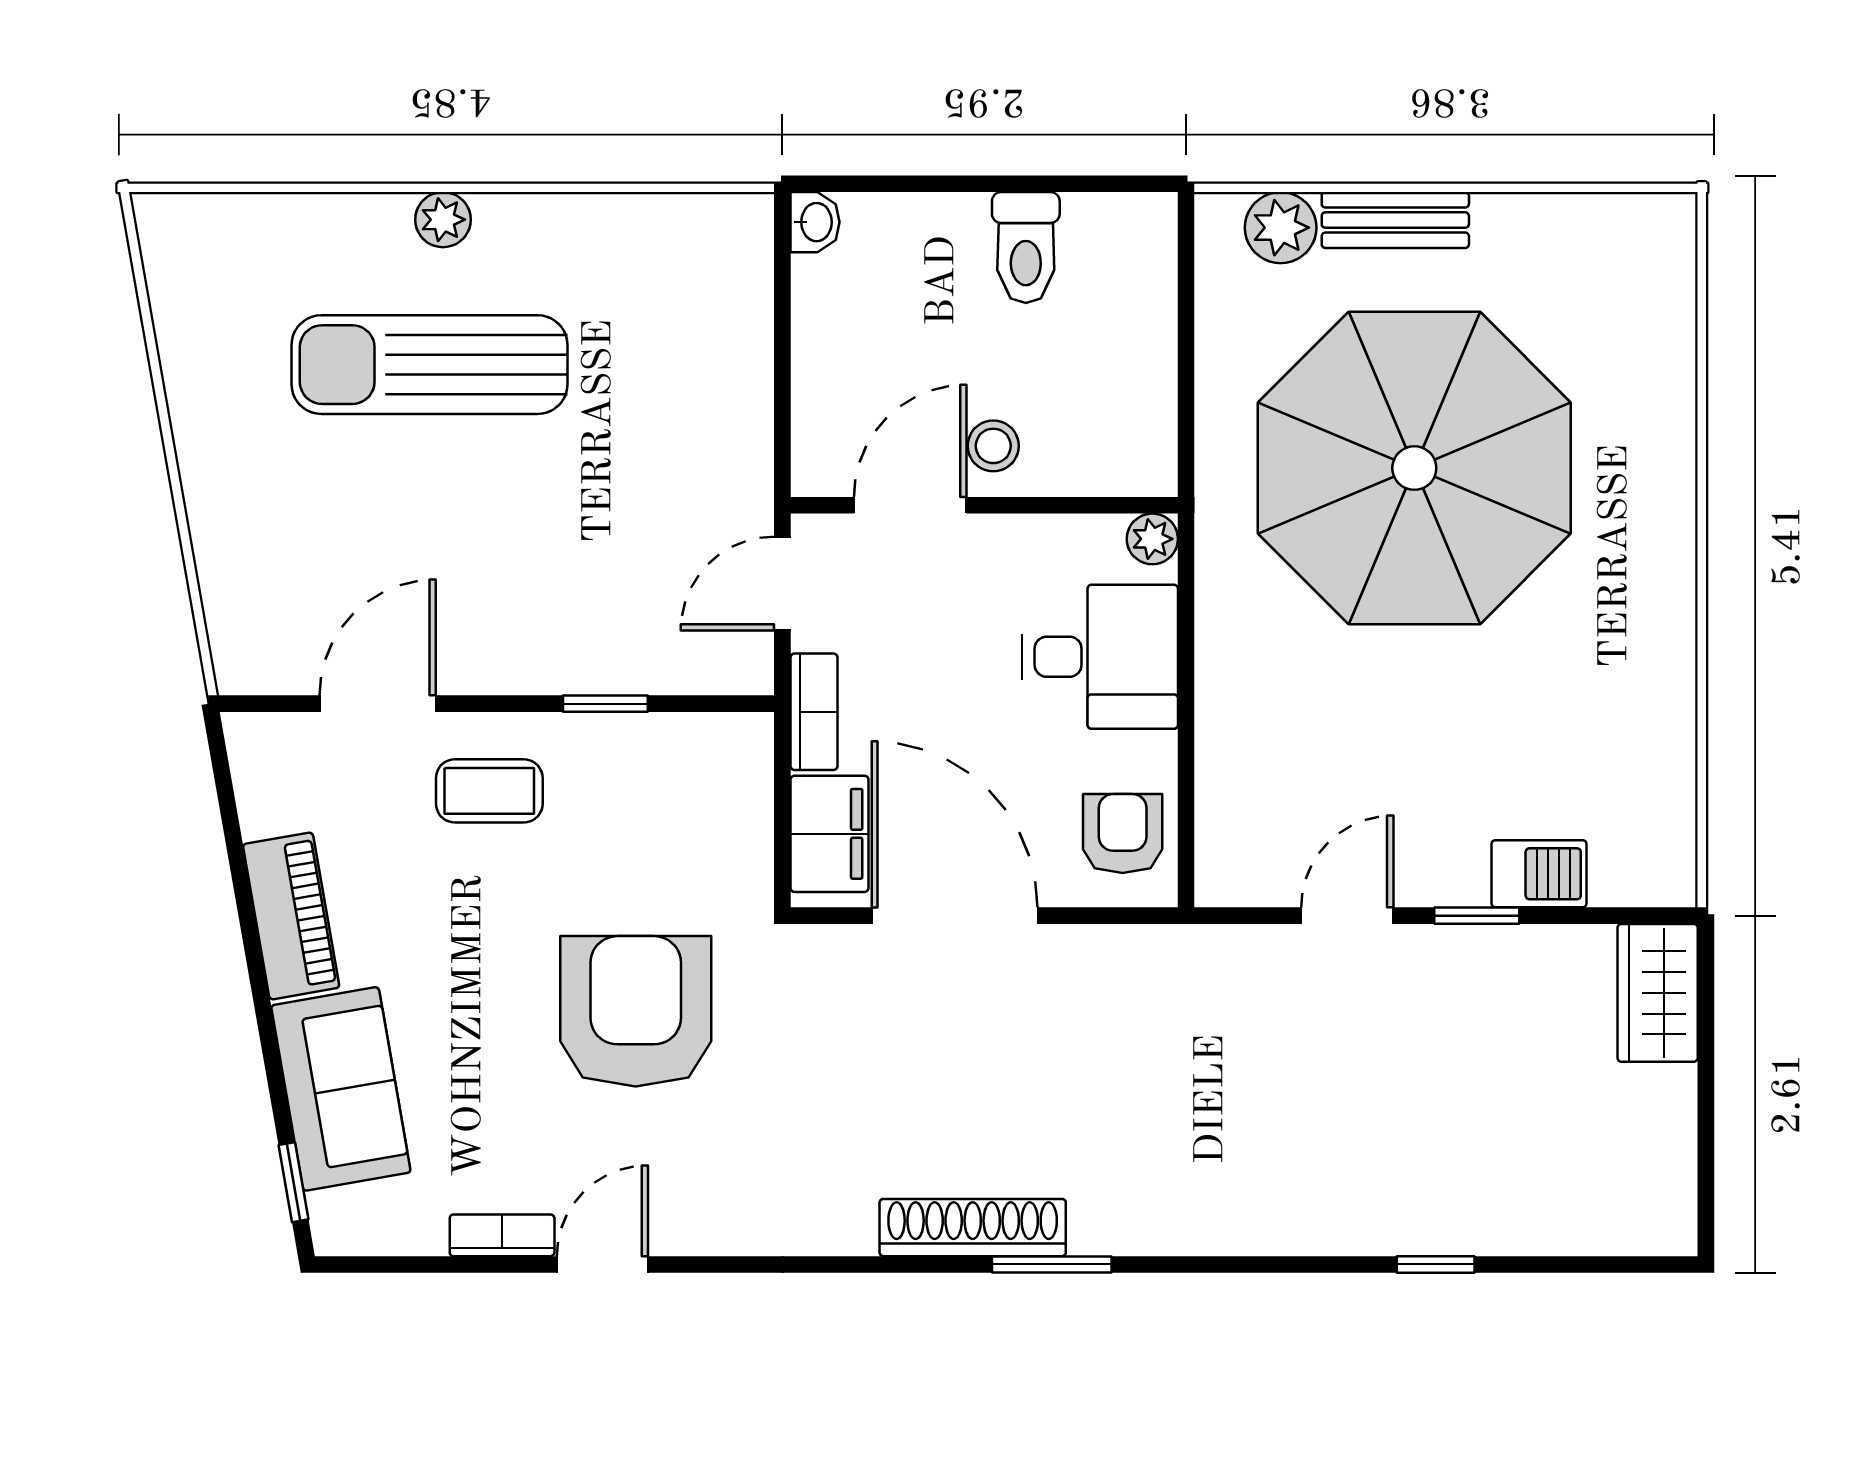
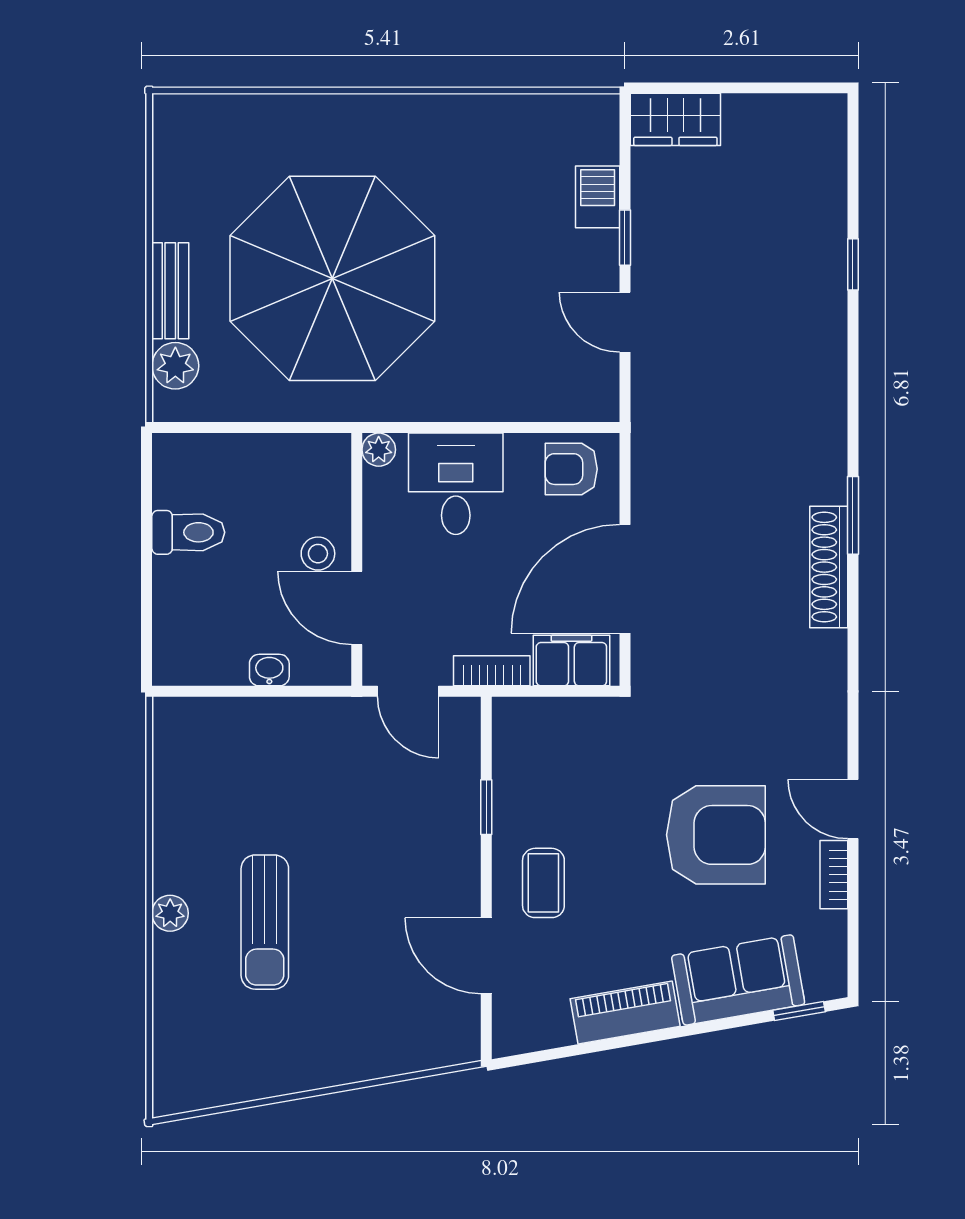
washbasin: (815, 222) -> (269, 670), moved
sun lounger: (429, 365) -> (265, 922), width x0.73, depth x0.75
armchair: (636, 1011) -> (716, 835), moved, turned 180

